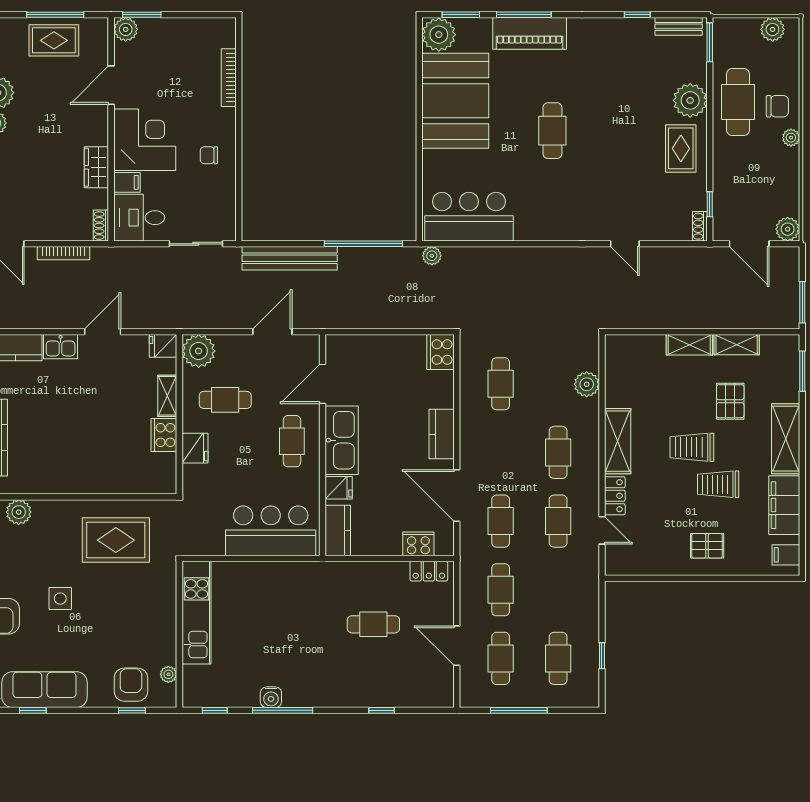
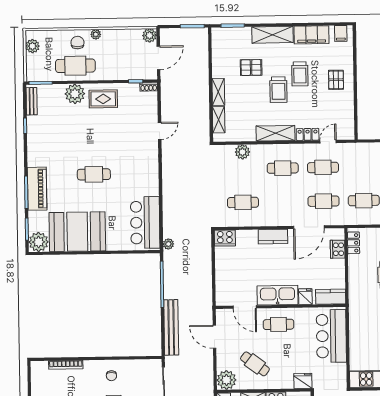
shelving: (737, 345) -> (219, 120), moved
cafe table: (225, 400) -> (255, 364), turned -53
fridge: (195, 448) -> (303, 381), moved

